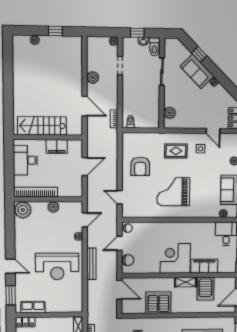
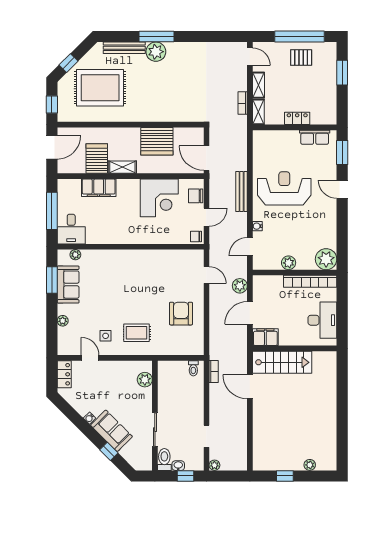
plant: (93, 77) -> (240, 286), moved
stairs: (42, 126) -> (282, 362), moved
filing cabinet: (57, 147) -> (265, 337), moved
grand piano: (173, 192) -> (139, 282), removed
corner desk: (175, 258) -> (159, 198), moved
locker: (25, 322) -> (297, 118), moved

